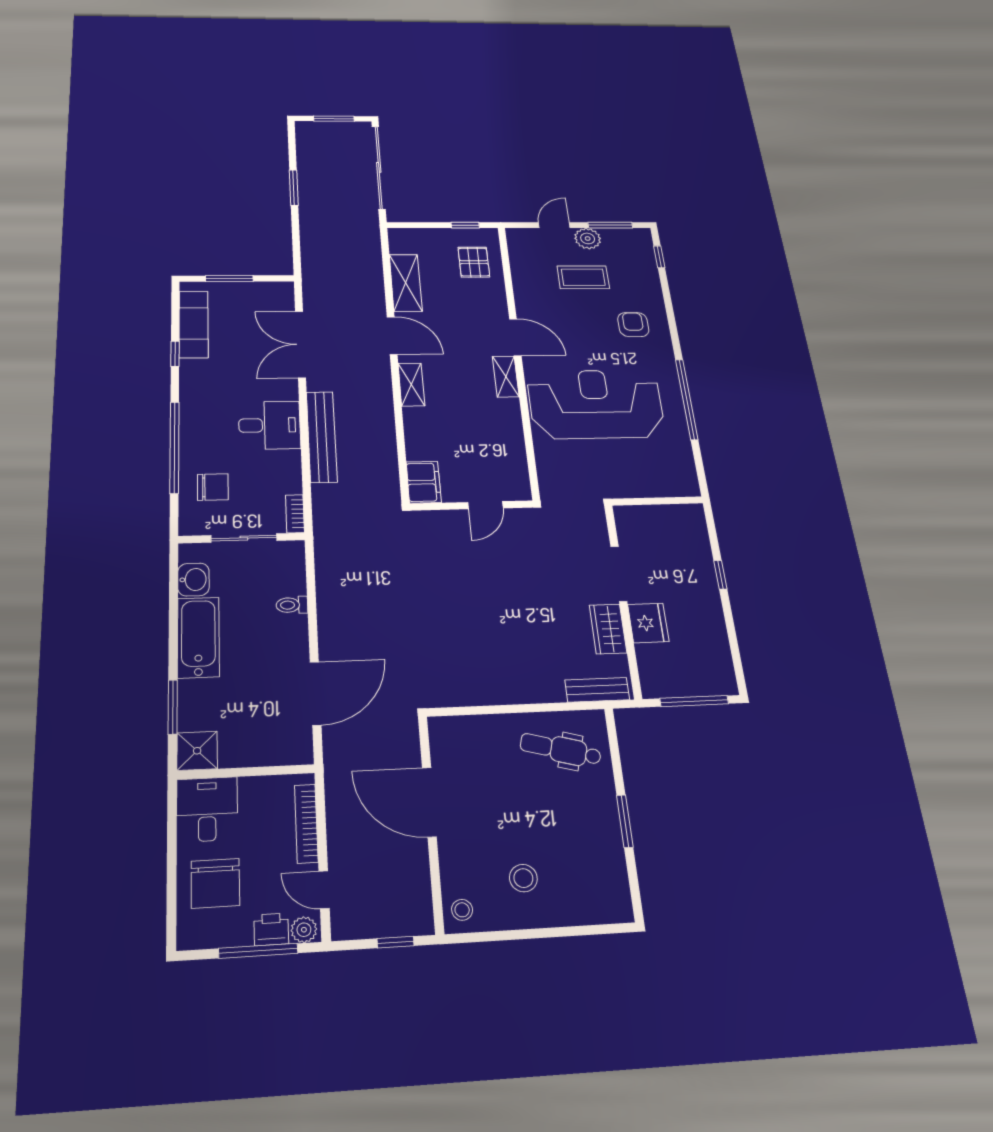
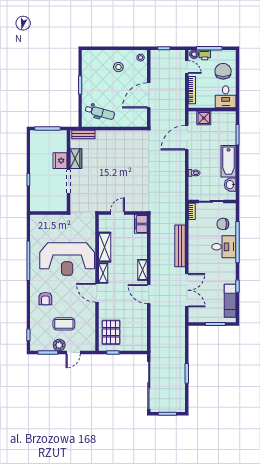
pallet: (474, 262) -> (111, 332), width x1.50, depth x1.42
shelving: (406, 283) -> (105, 247), moved
desk: (270, 425) -> (224, 247), moved, turned 180
shower: (197, 751) -> (204, 118), moved
door: (429, 802) -> (149, 95), swing flipped

